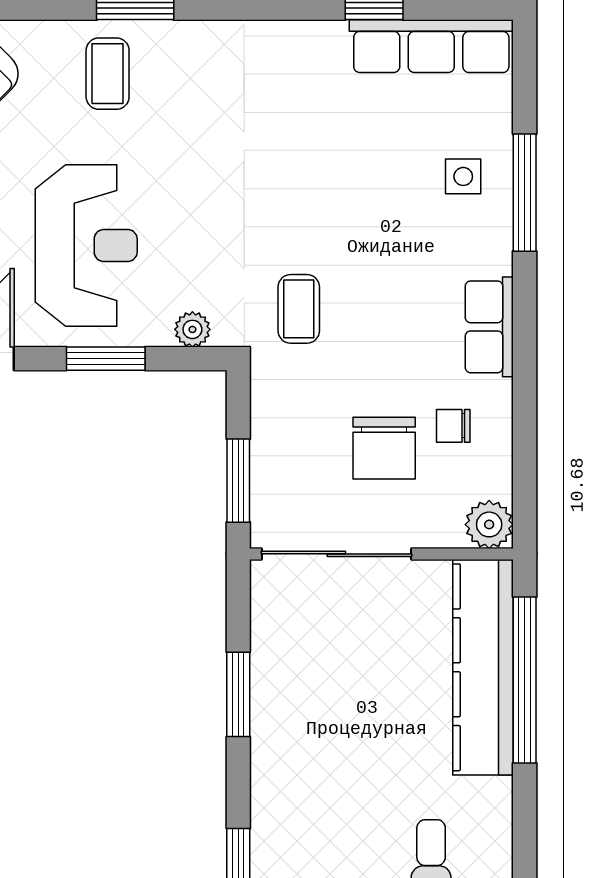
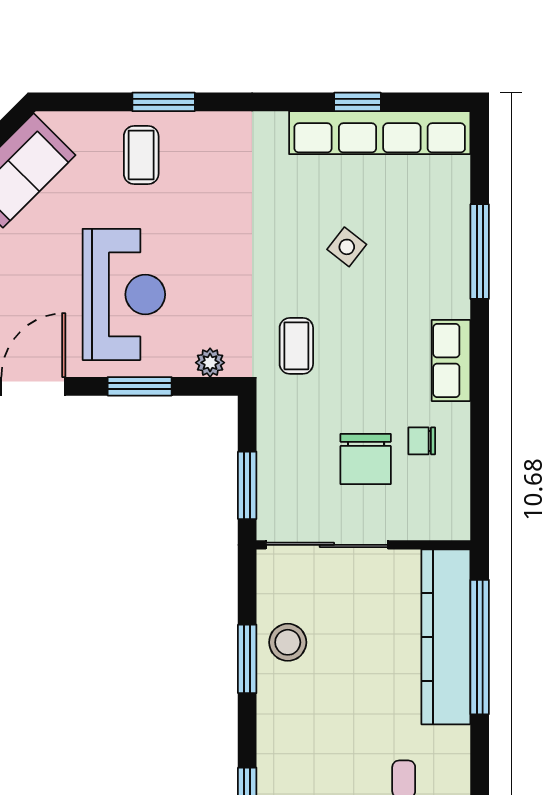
row of seats: (431, 46) -> (380, 133), width x1.36
side table: (463, 176) -> (347, 247), moved, turned 38
plant: (489, 524) -> (451, 521), removed
stool: (288, 674) -> (288, 642), added

